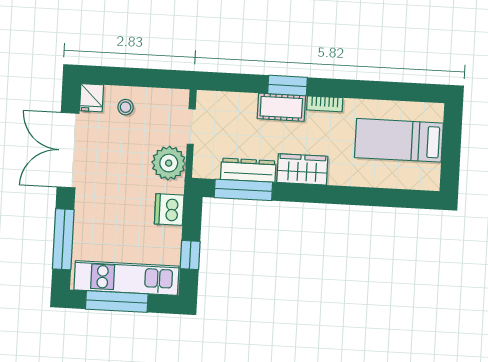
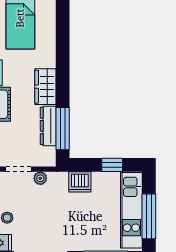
plant: (169, 163) -> (40, 178), width x0.53, depth x0.53

